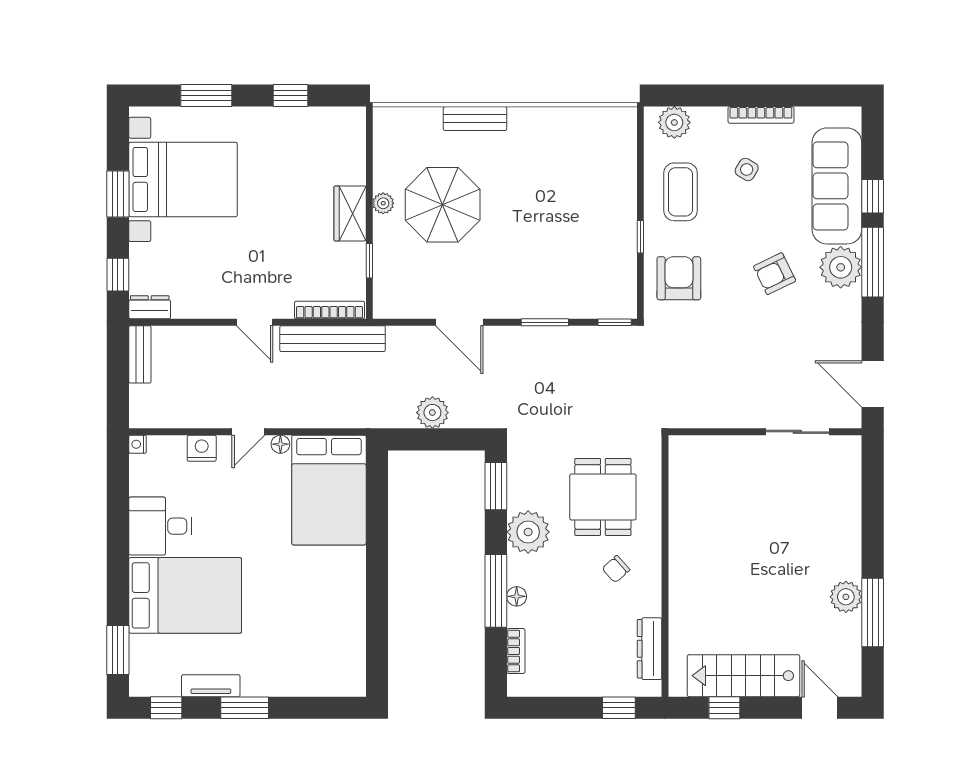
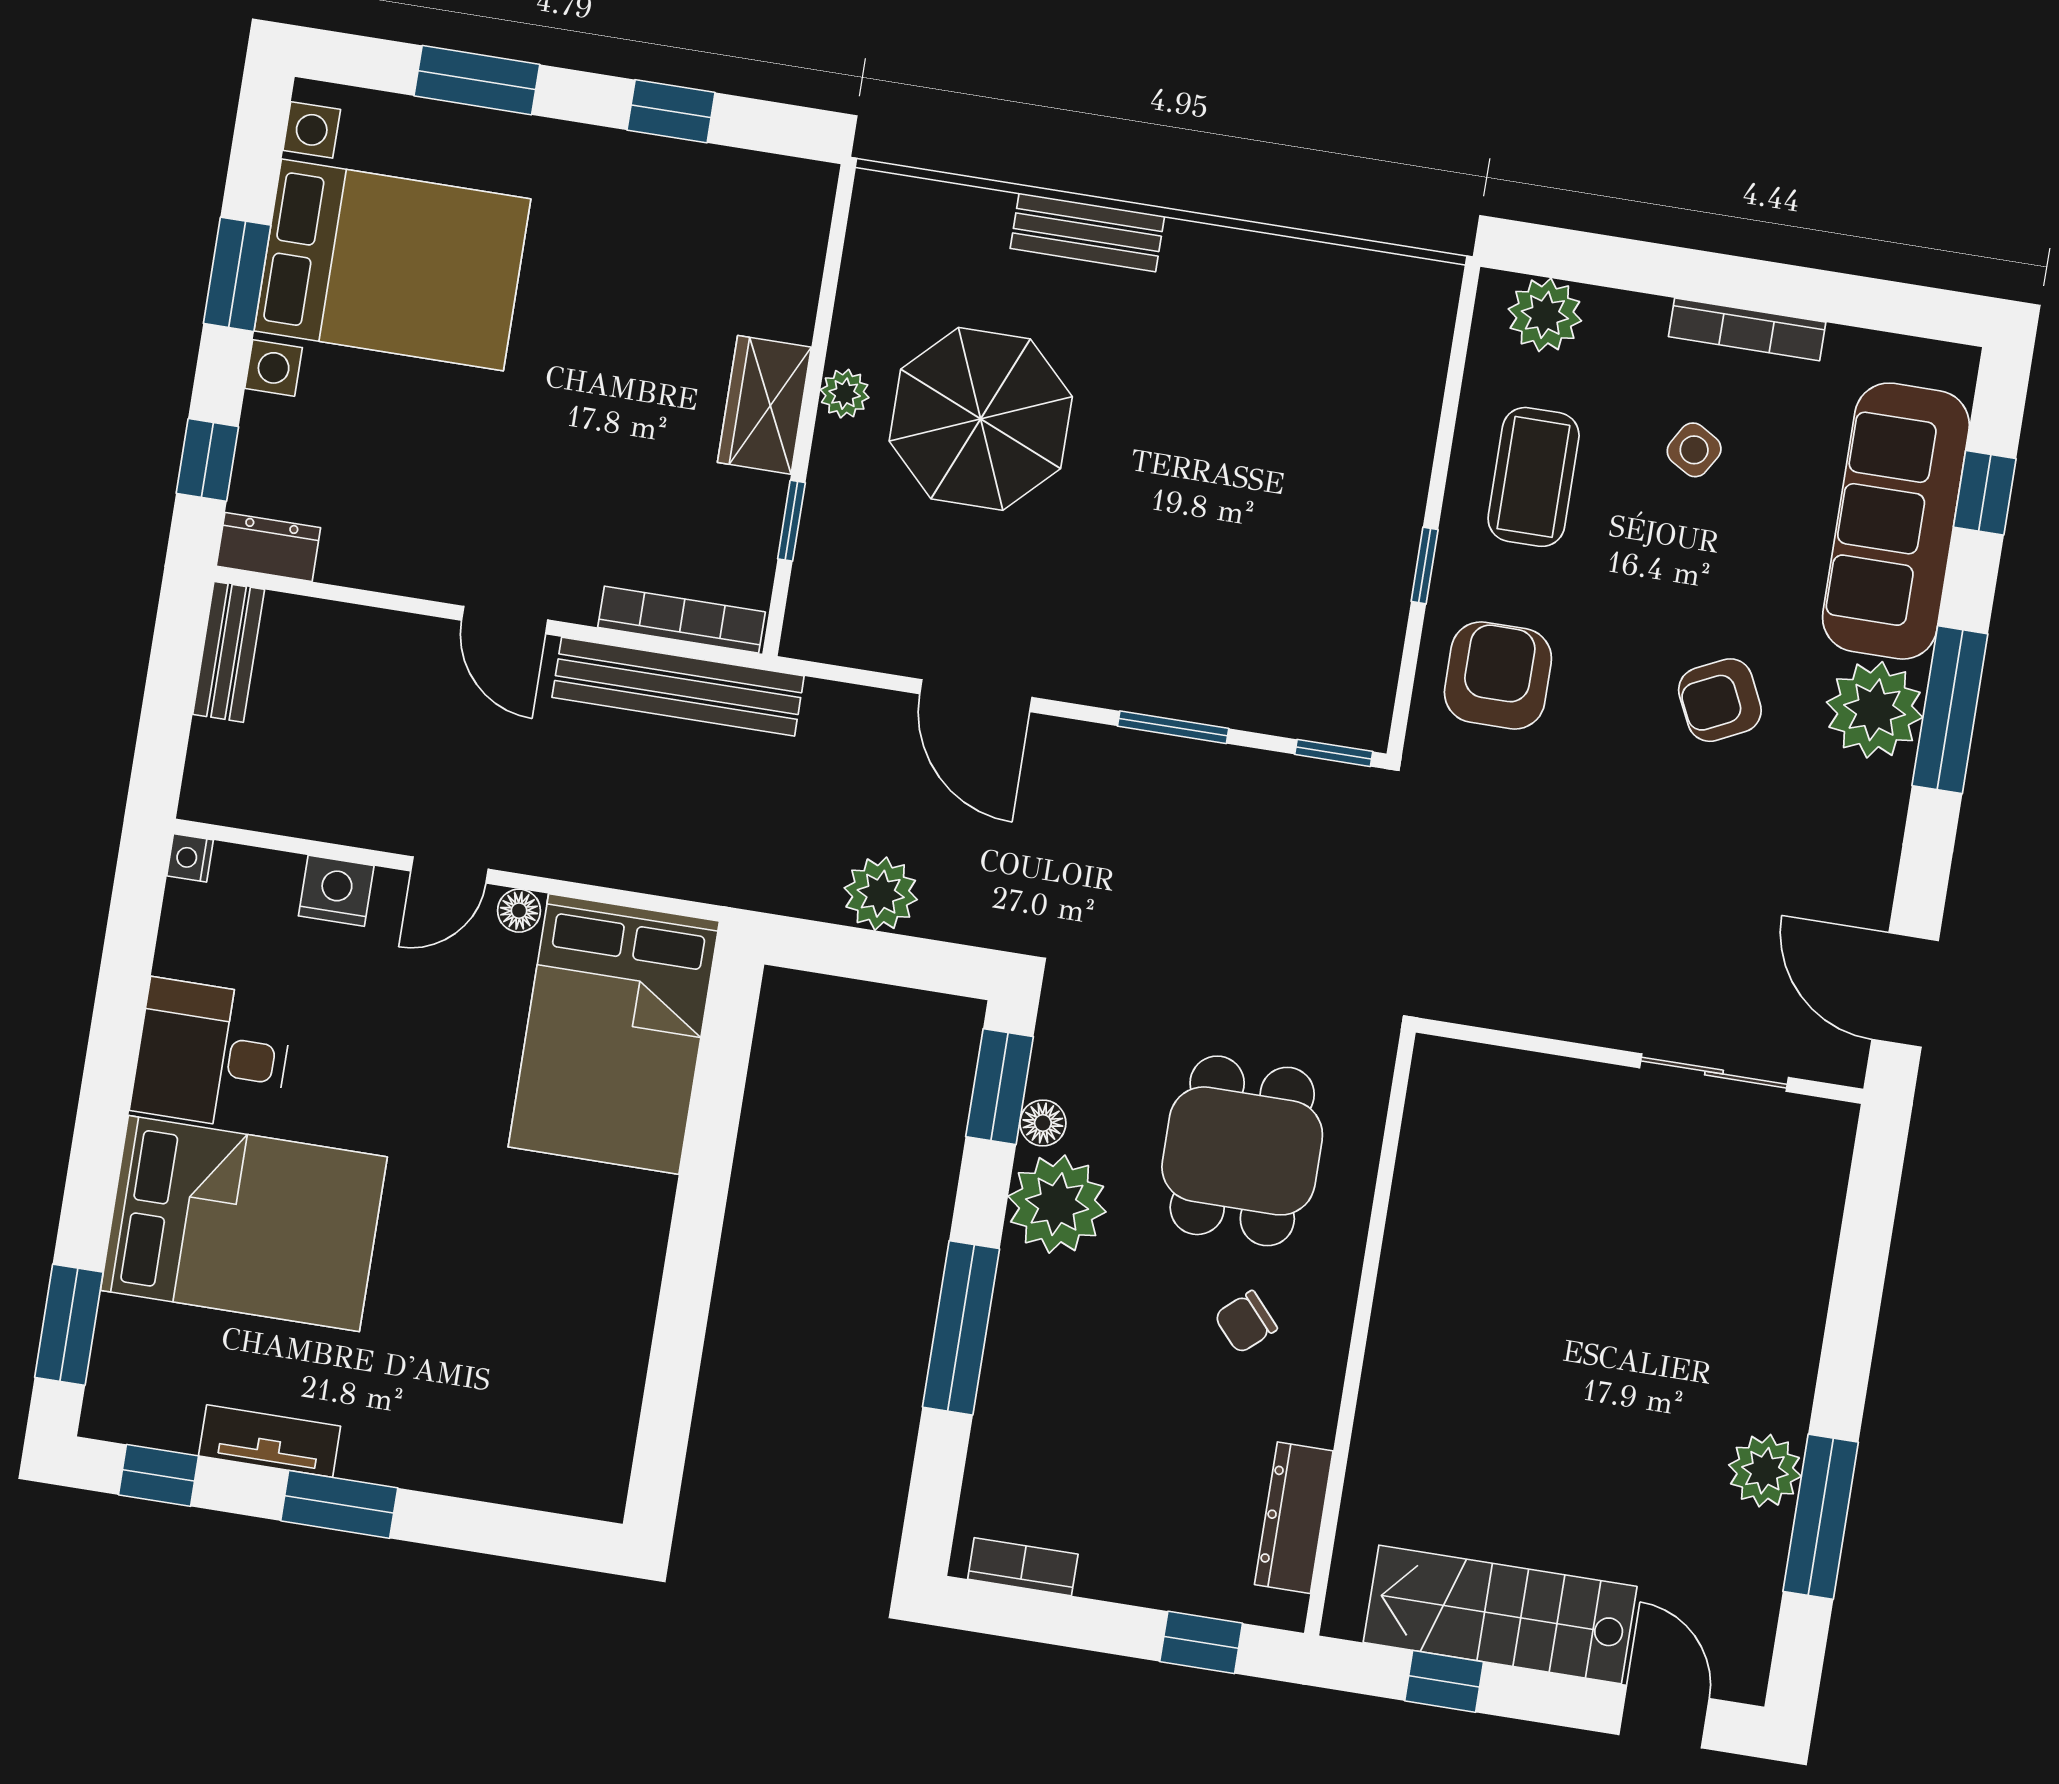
window: (873, 196) -> (1985, 493), moved
floor lamp: (517, 596) -> (1043, 1123), moved
bookcase: (516, 651) -> (1023, 1567), moved, turned -90

